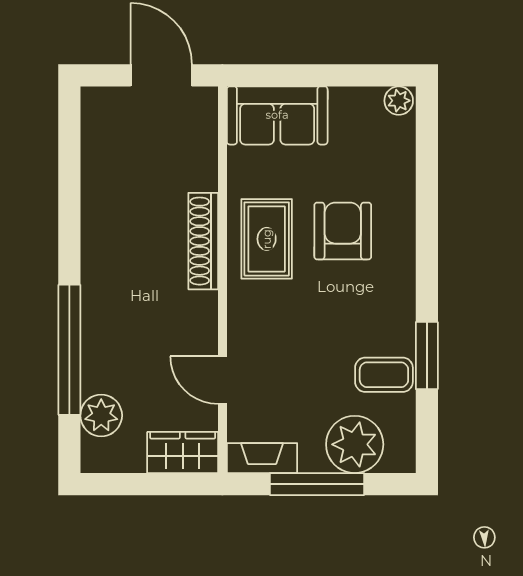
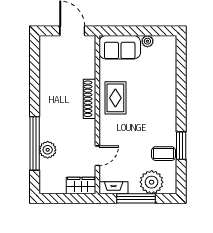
plant: (399, 101) -> (147, 41), moved
armchair: (343, 231) -> (147, 95), removed
door: (222, 380) -> (97, 156), swing flipped
plant: (101, 415) -> (48, 150), moved

